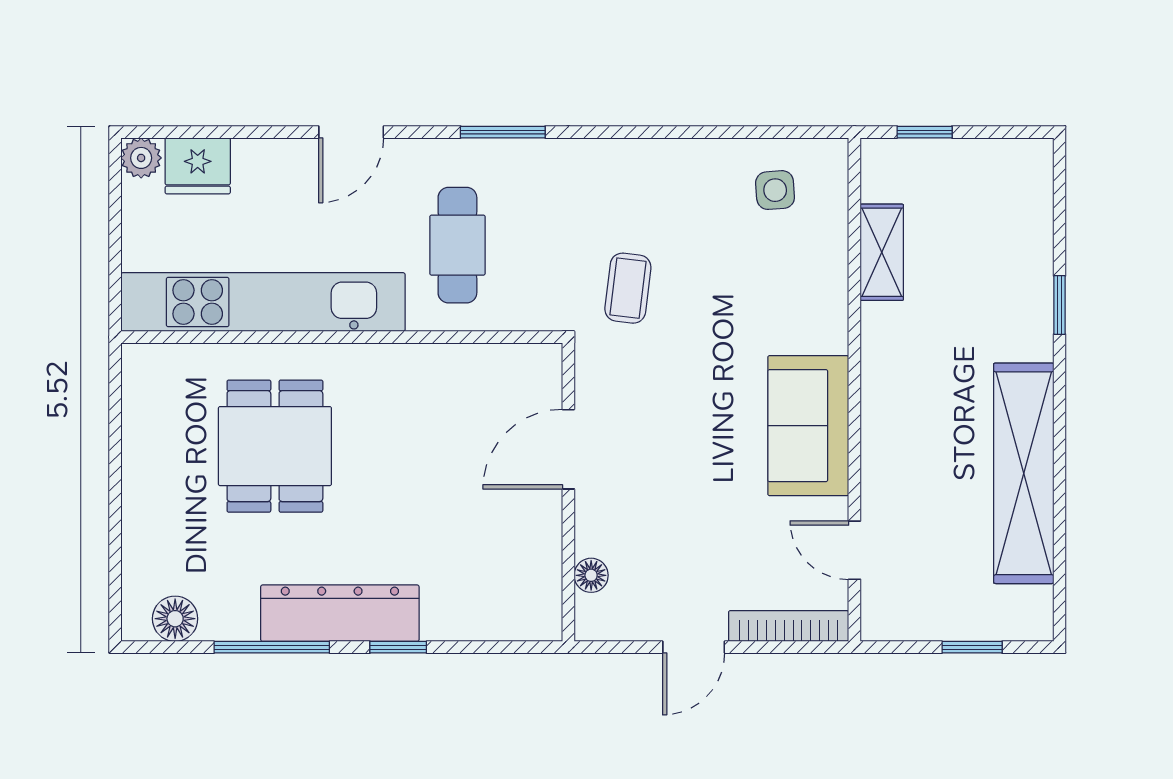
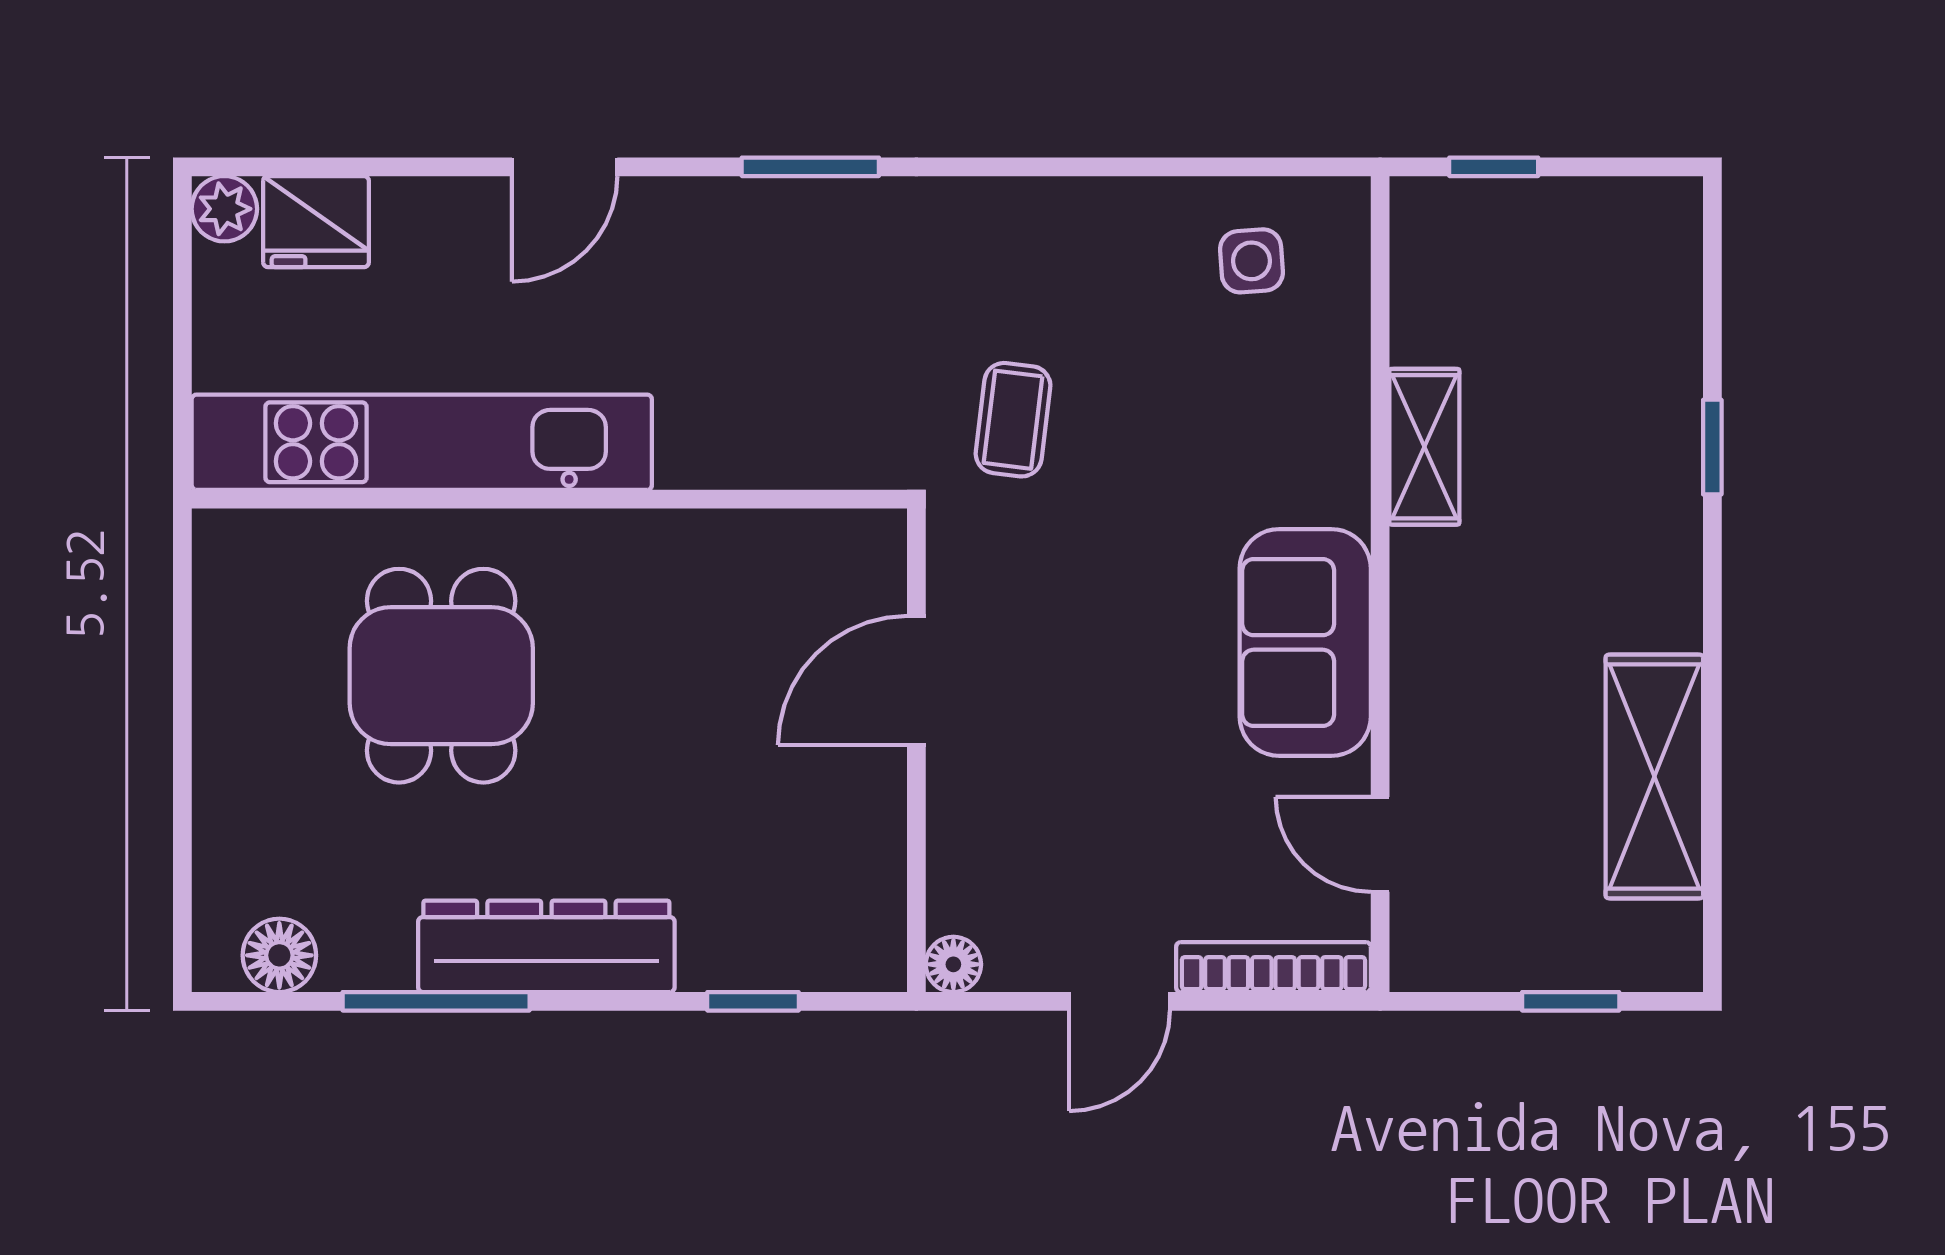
cafe table: (457, 245) -> (737, 350), removed
shelving: (882, 252) -> (1424, 447), moved
shelving: (1024, 473) -> (1654, 776), width x0.68
floor lamp: (591, 575) -> (953, 964), moved
window: (398, 647) -> (753, 1001), moved

